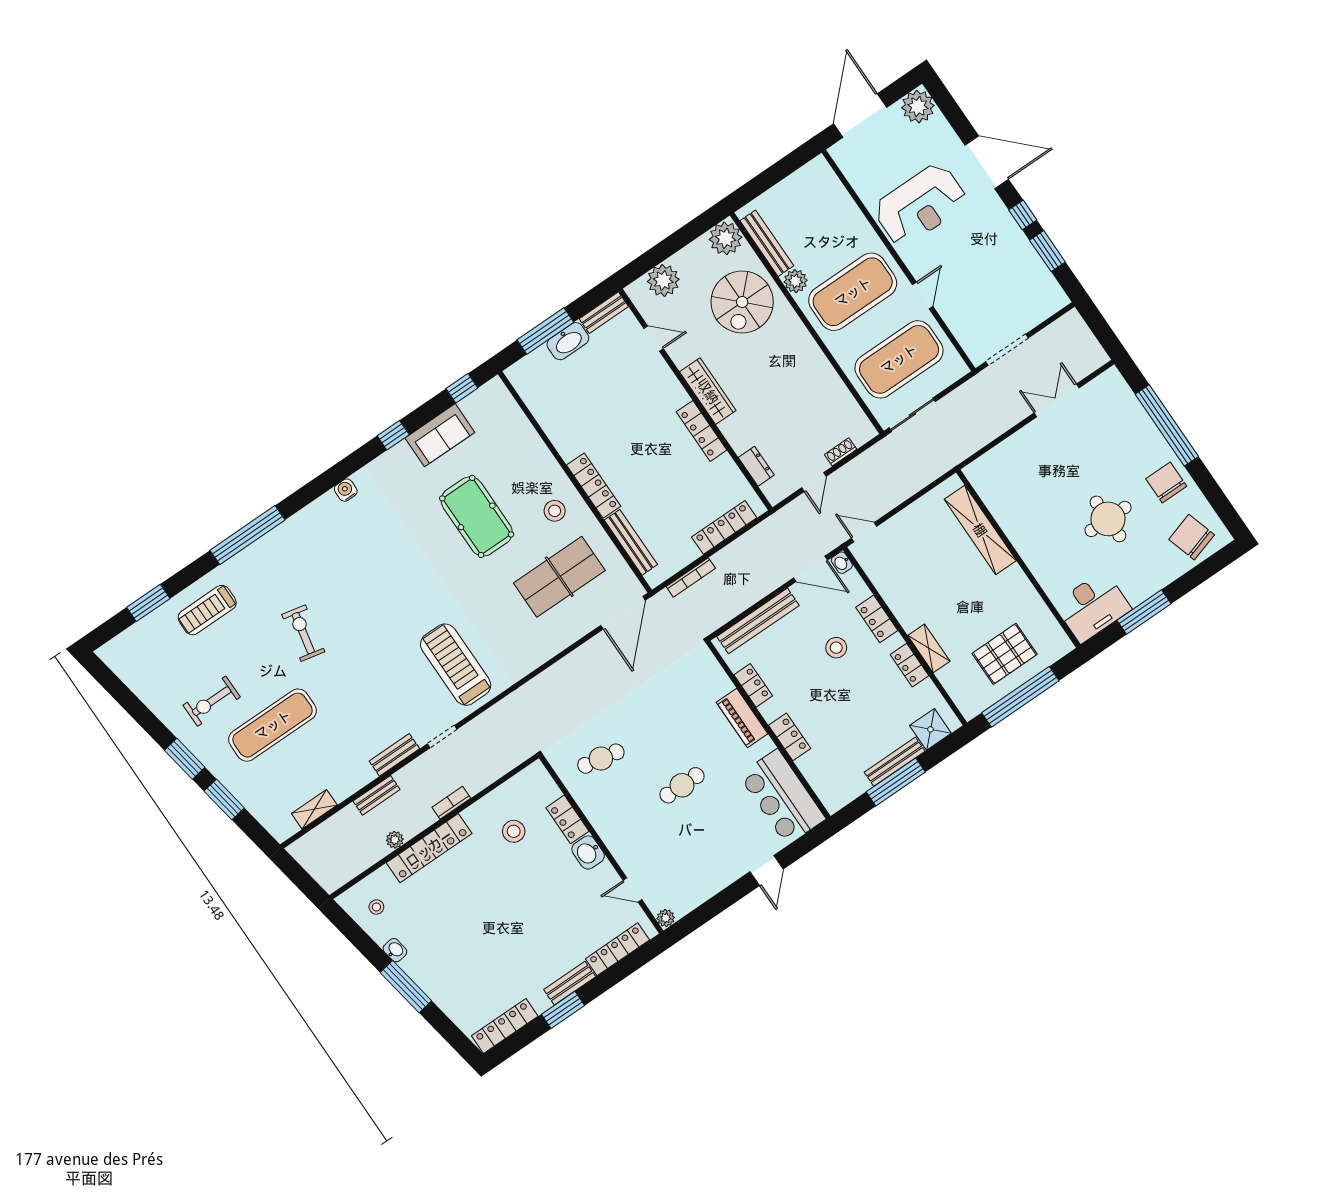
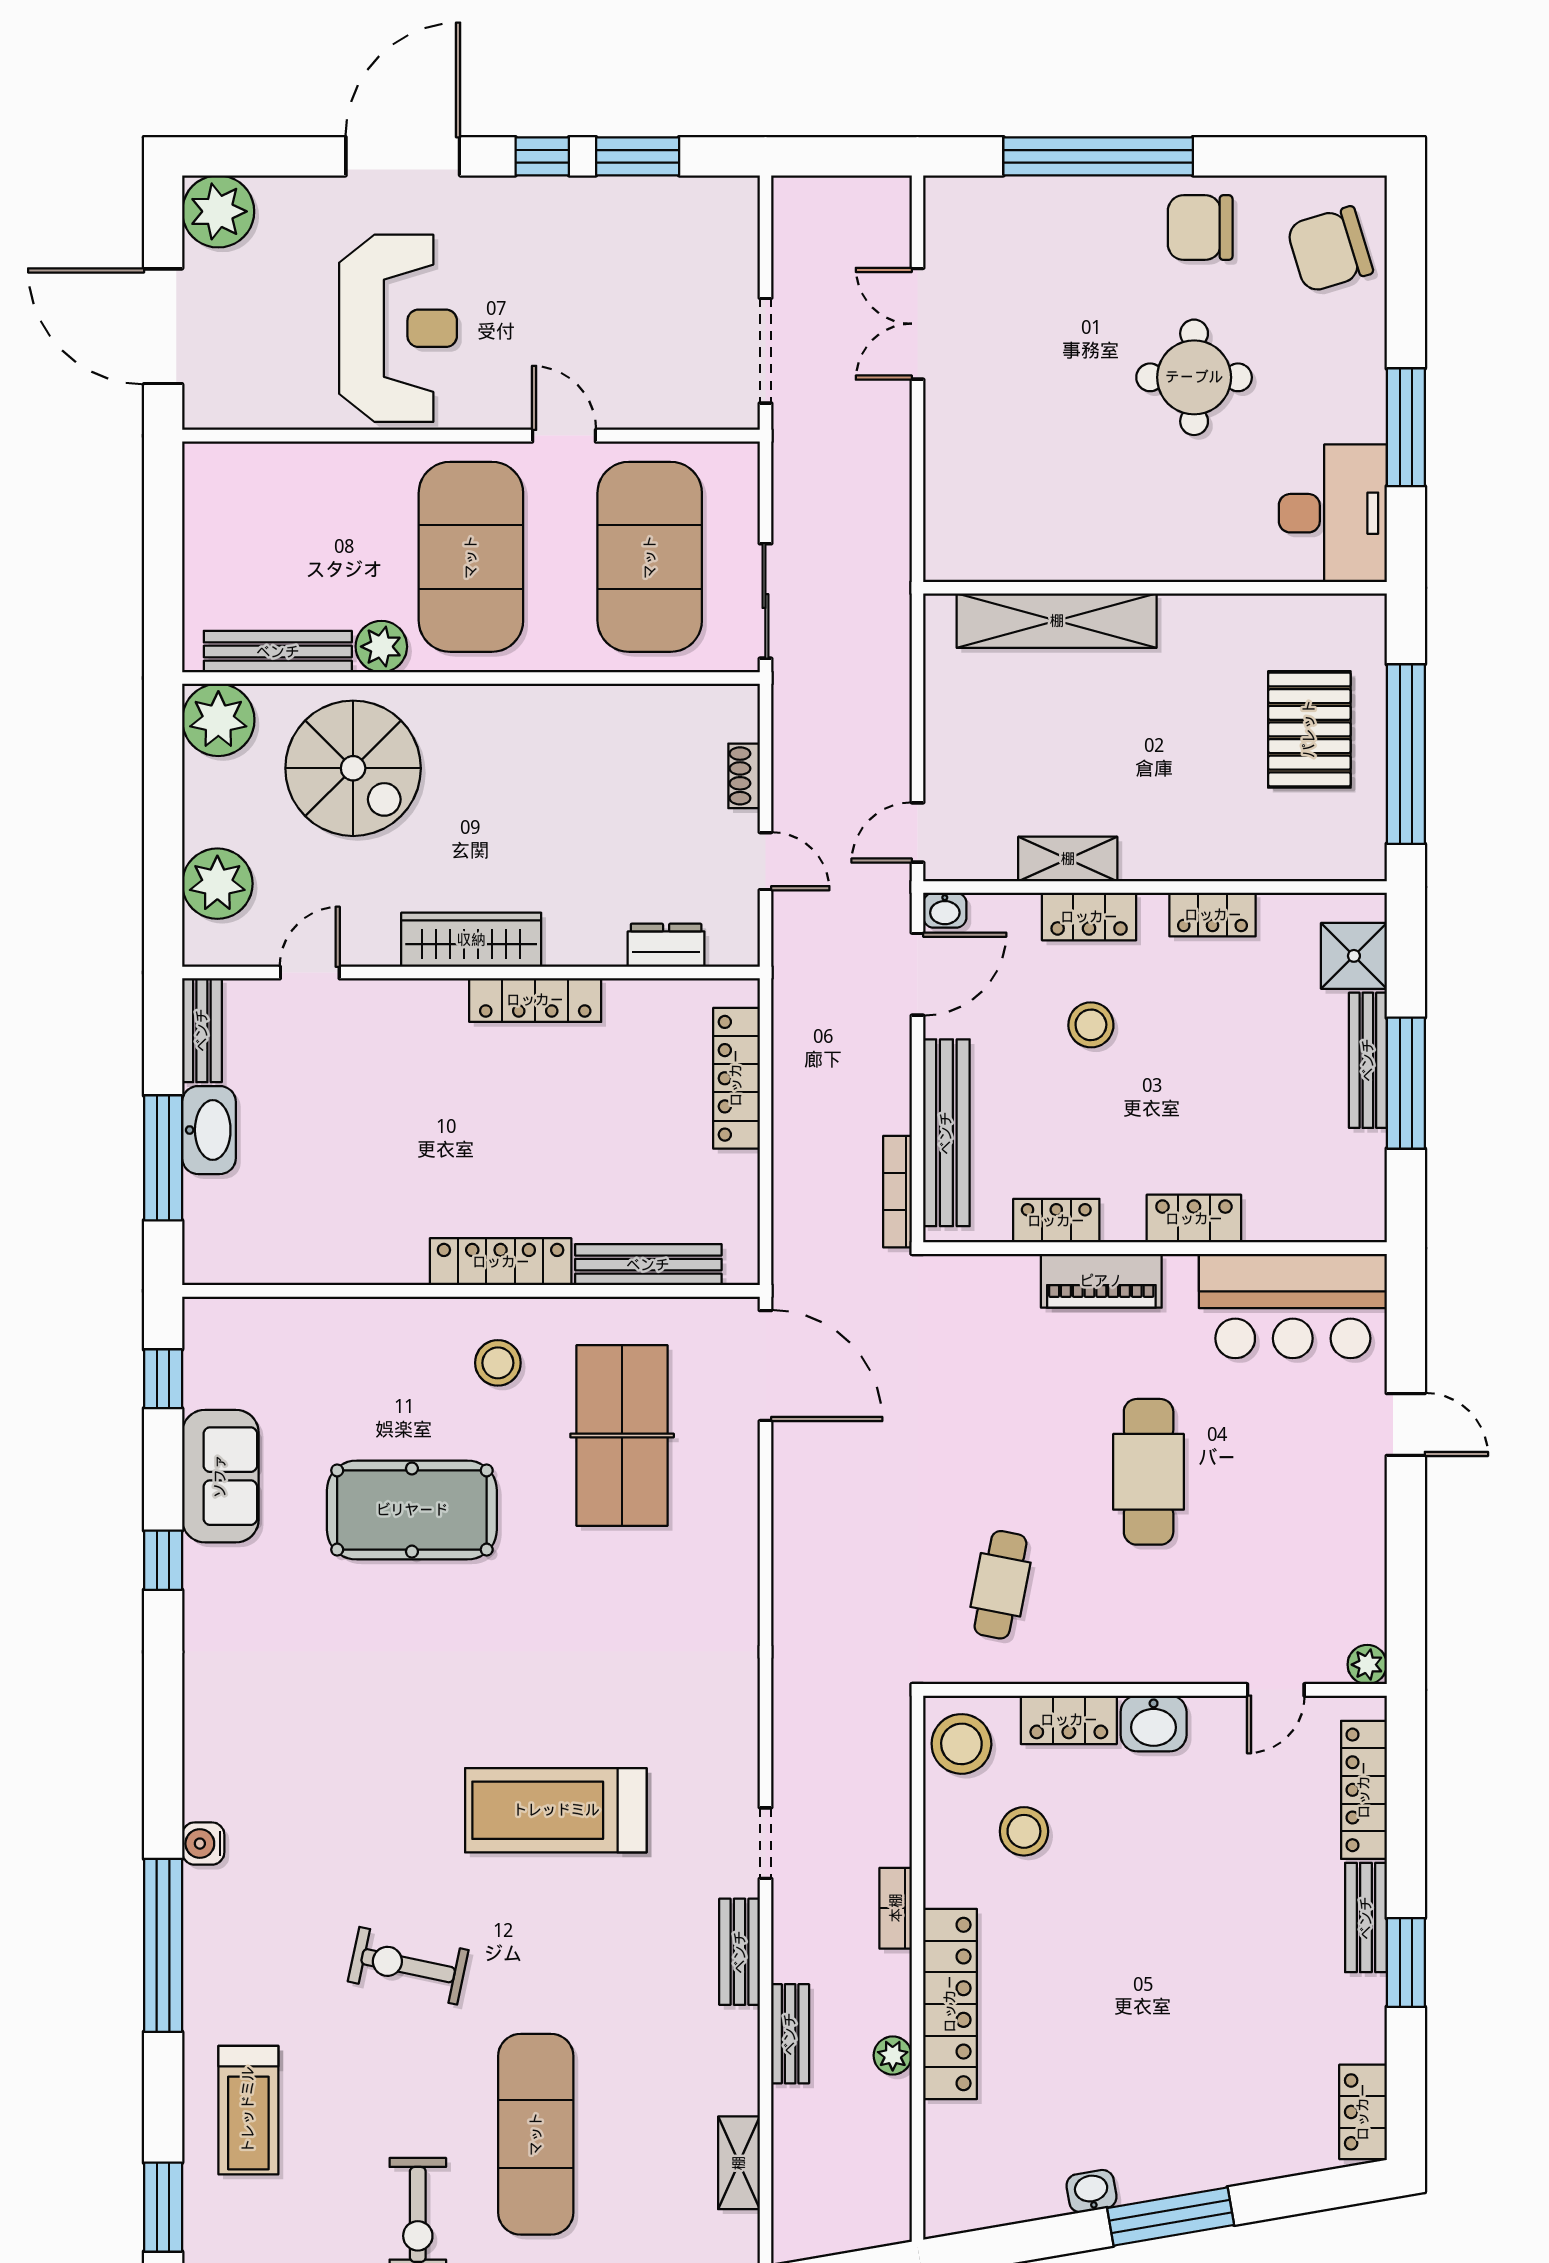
water cooler: (346, 490) -> (203, 1844), moved
bookcase: (691, 577) -> (897, 1192), moved, turned 180
shelving: (929, 648) -> (1068, 859), moved
treadmill: (456, 665) -> (556, 1810), moved
cafe table: (682, 785) -> (1149, 1472), width x1.37, depth x1.35
stool: (376, 907) -> (961, 1744), moved, width x1.89, depth x1.89
locker: (505, 1026) -> (1363, 2112), width x0.66

